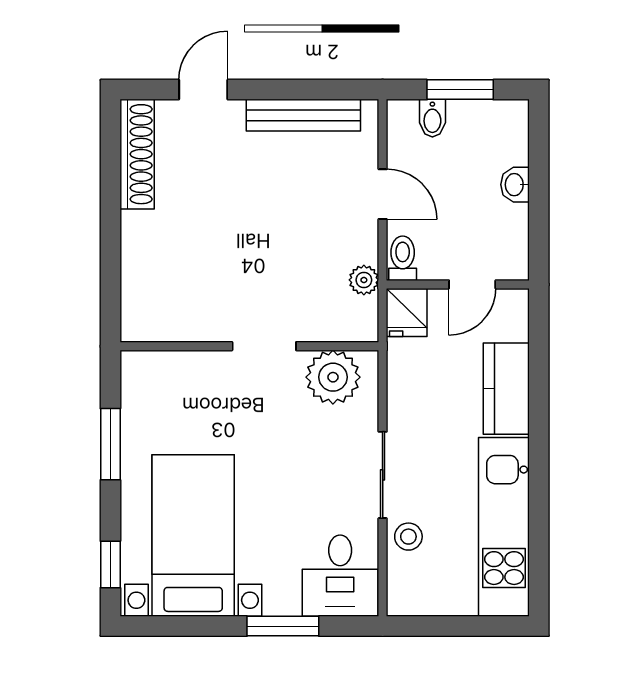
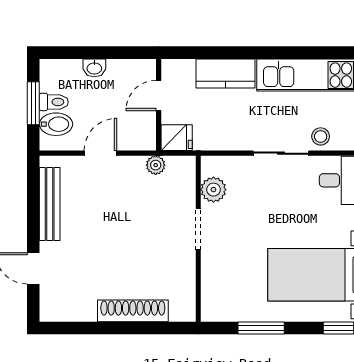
bidet: (432, 118) -> (56, 124), width x1.38, depth x1.36
shoe rack: (137, 154) -> (133, 311), moved
toilet: (403, 258) -> (54, 102), moved, turned 180
door: (472, 284) -> (159, 95), swing flipped
plant: (333, 377) -> (213, 190), width x0.73, depth x0.73

